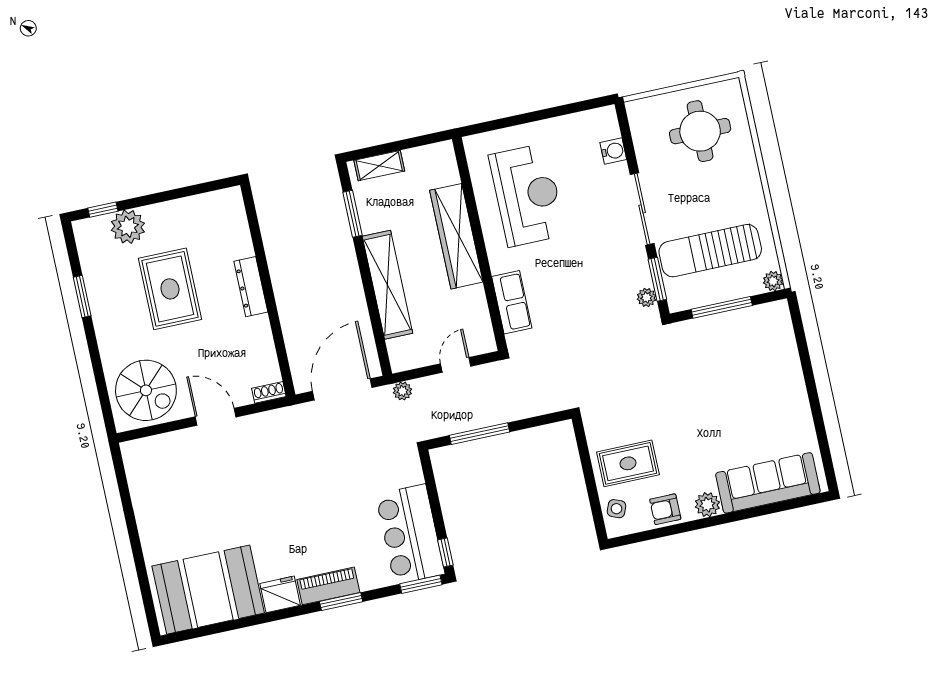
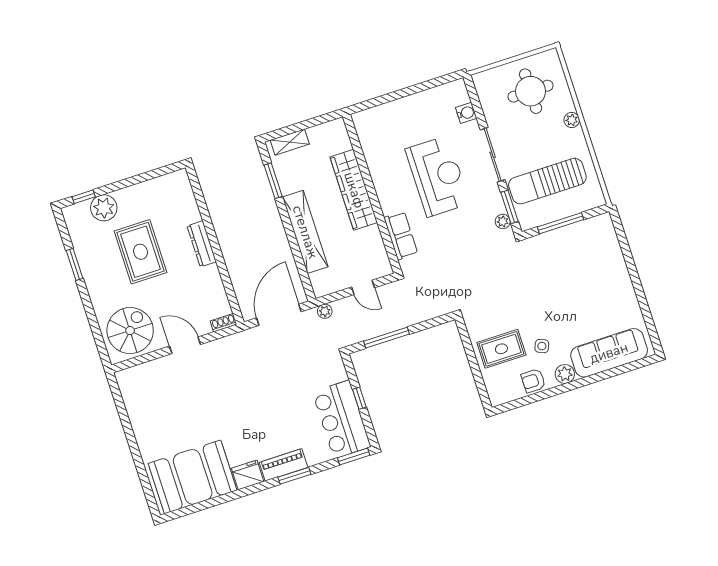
reception desk: (527, 195) -> (438, 176), moved
plant: (773, 281) -> (572, 120), moved
door: (456, 365) -> (363, 287), swing flipped
spiral stairs: (146, 390) -> (130, 331), turned -90
side table: (616, 509) -> (542, 346), moved
window: (445, 552) -> (359, 398), moved

